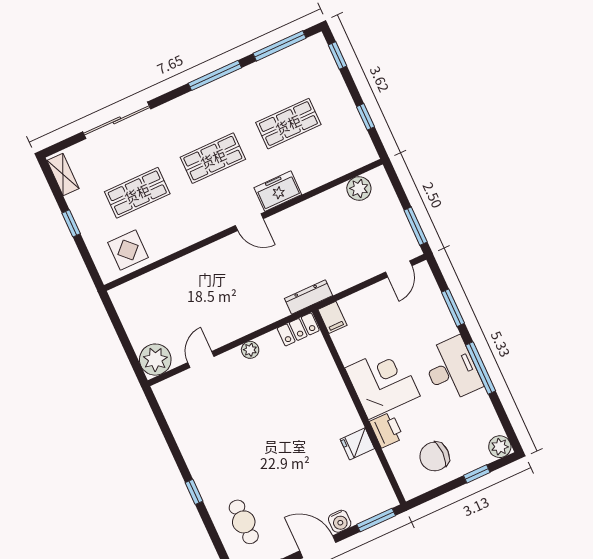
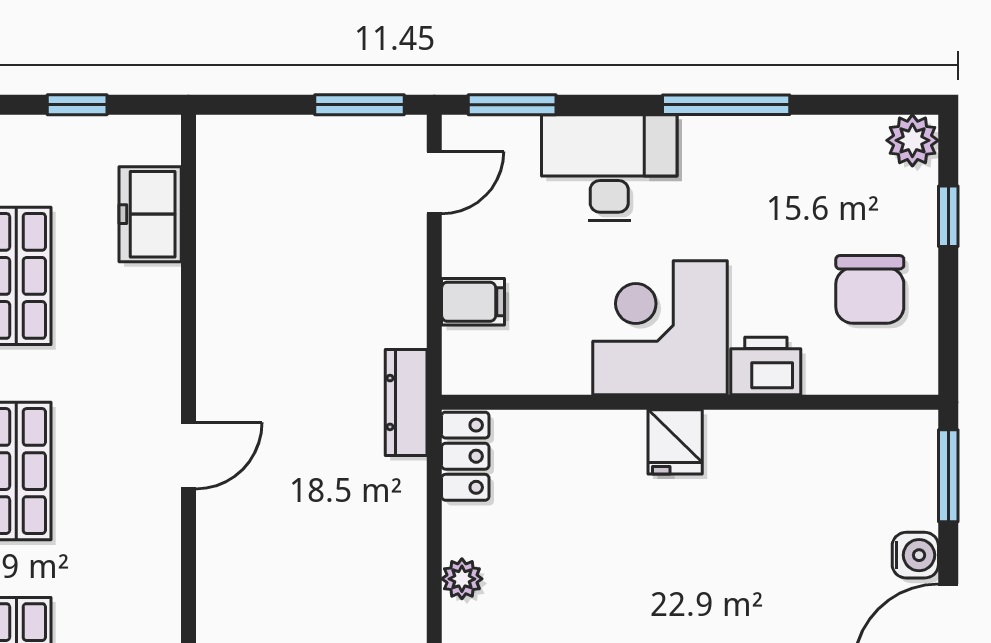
plant: (359, 189) -> (224, 189), removed
freezer: (278, 191) -> (150, 214), moved
door: (399, 269) -> (434, 183), hinge flipped
window: (453, 308) -> (512, 105), moved
filing cabinet: (332, 317) -> (473, 302), moved
desk: (452, 369) -> (609, 168), moved
fridge: (357, 444) -> (675, 442), moved

